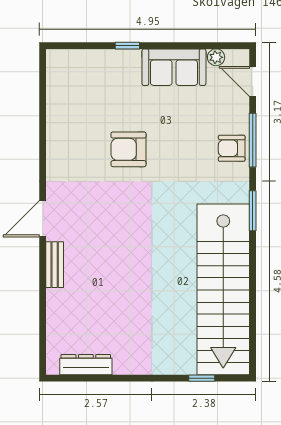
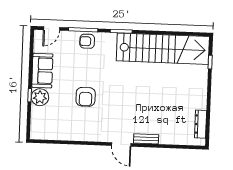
plant: (216, 57) -> (40, 97), moved, width x1.87, depth x1.87
armchair: (232, 148) -> (87, 41), turned 90

